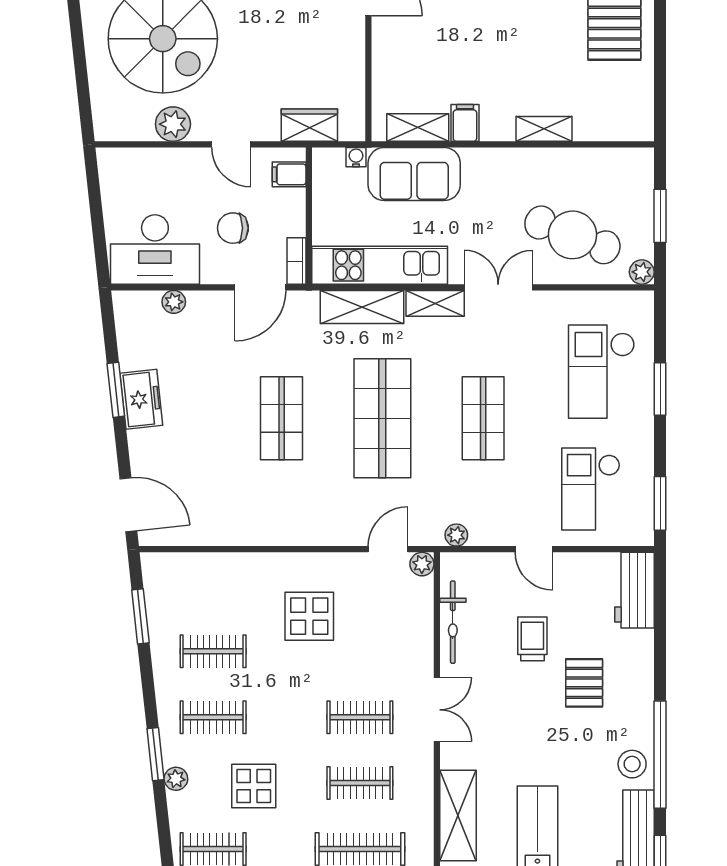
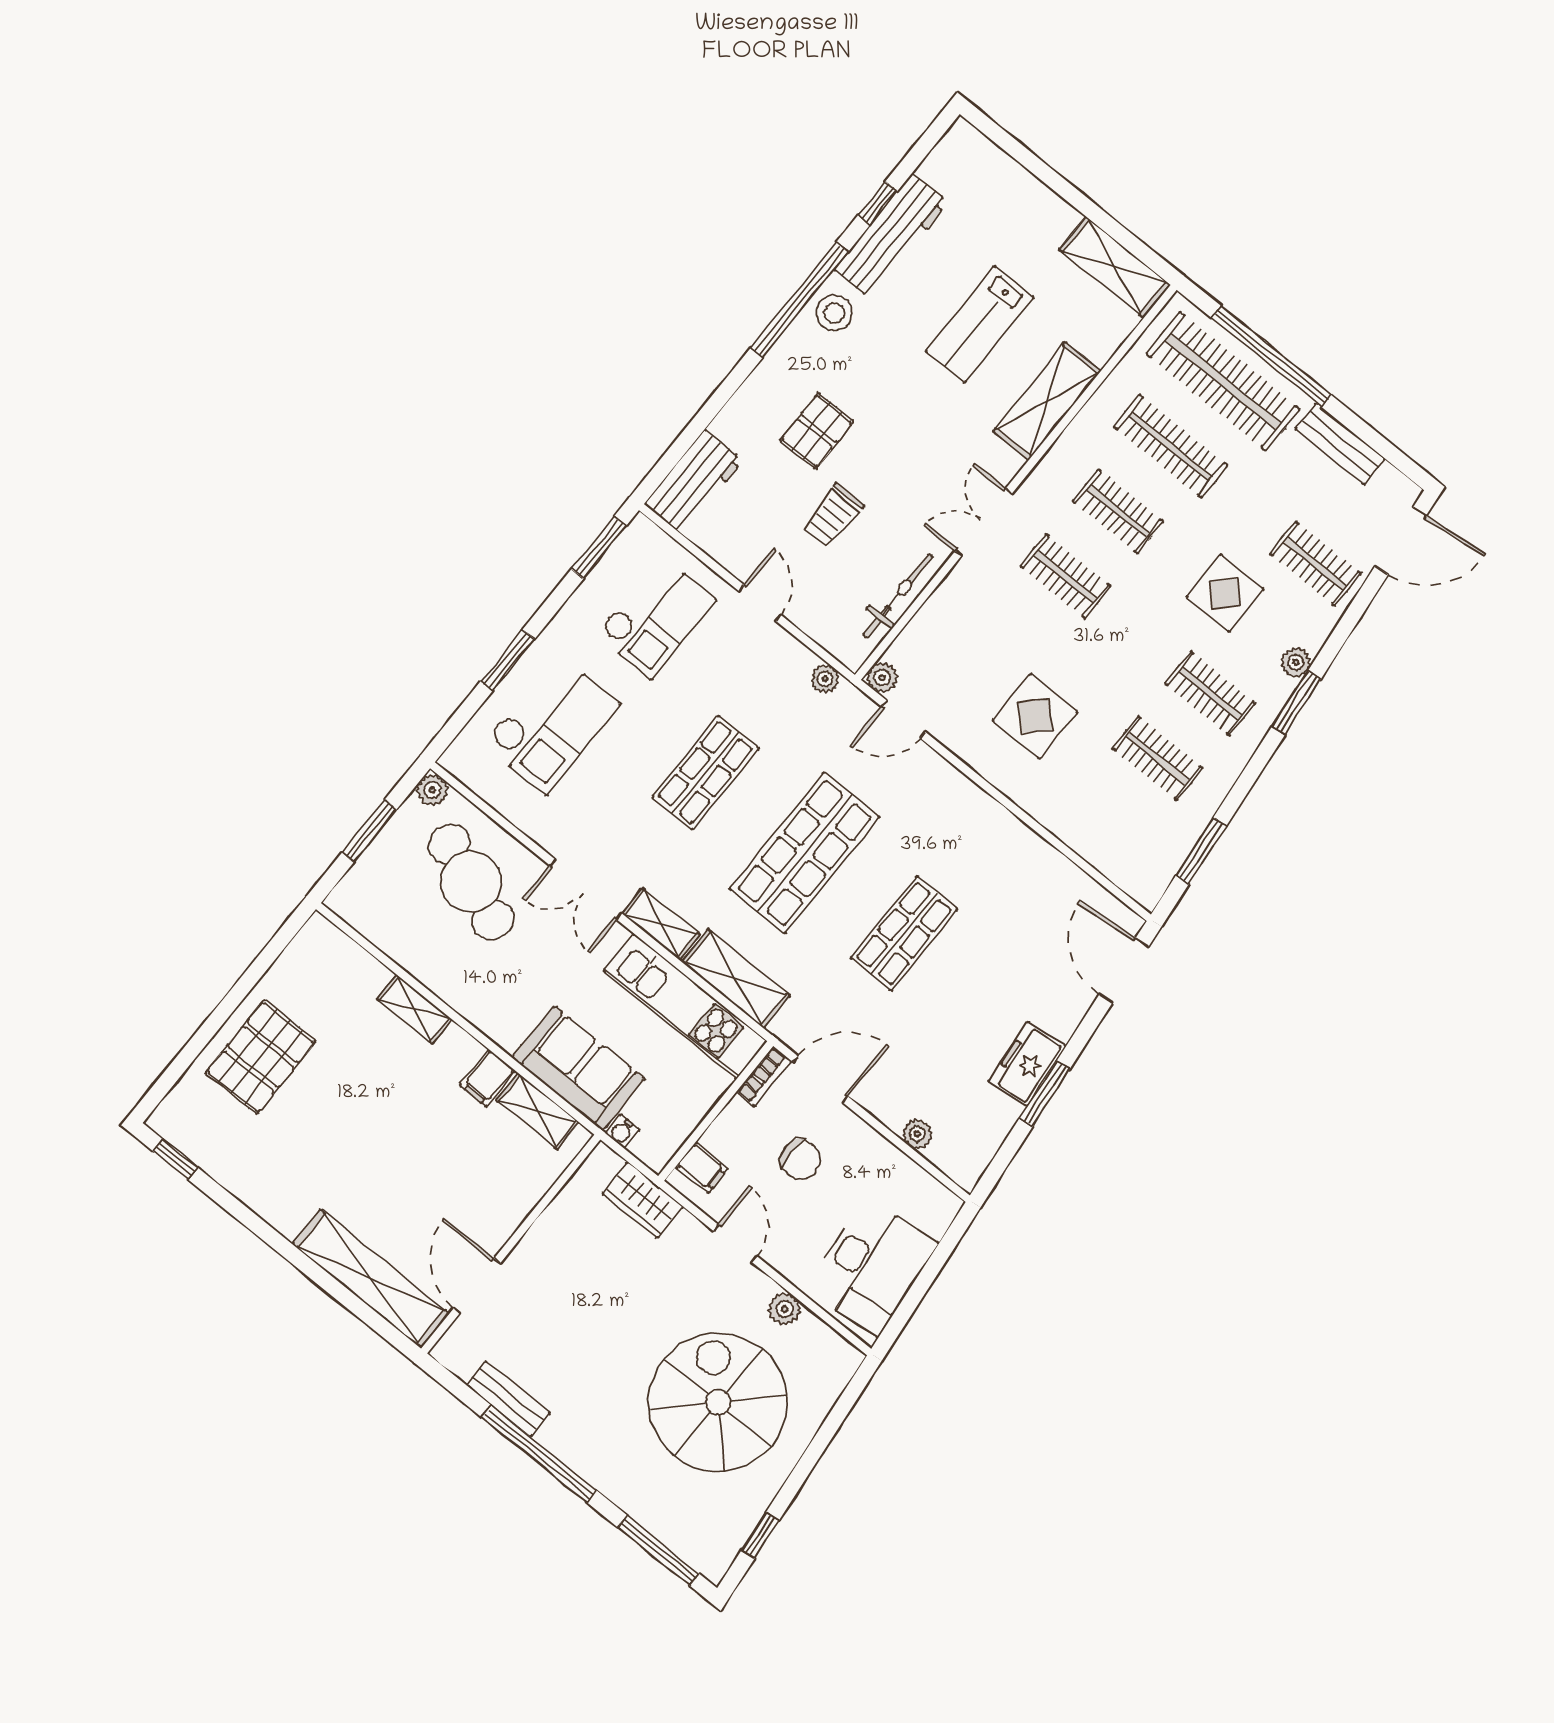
plant: (173, 124) -> (785, 1309), width x0.73, depth x0.73
desk: (155, 249) -> (872, 1267), moved, turned 84

